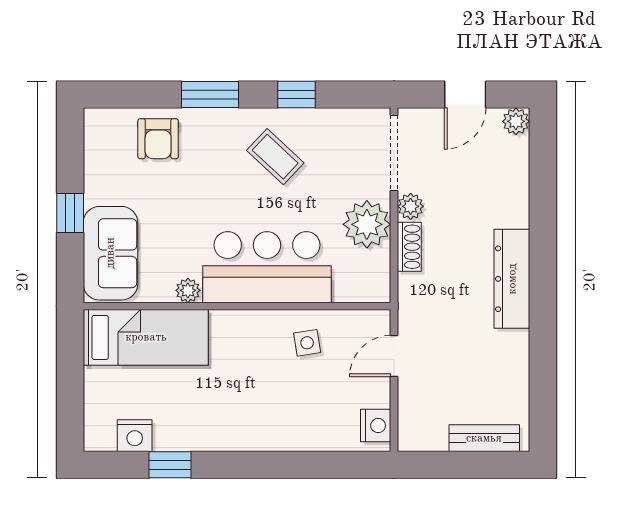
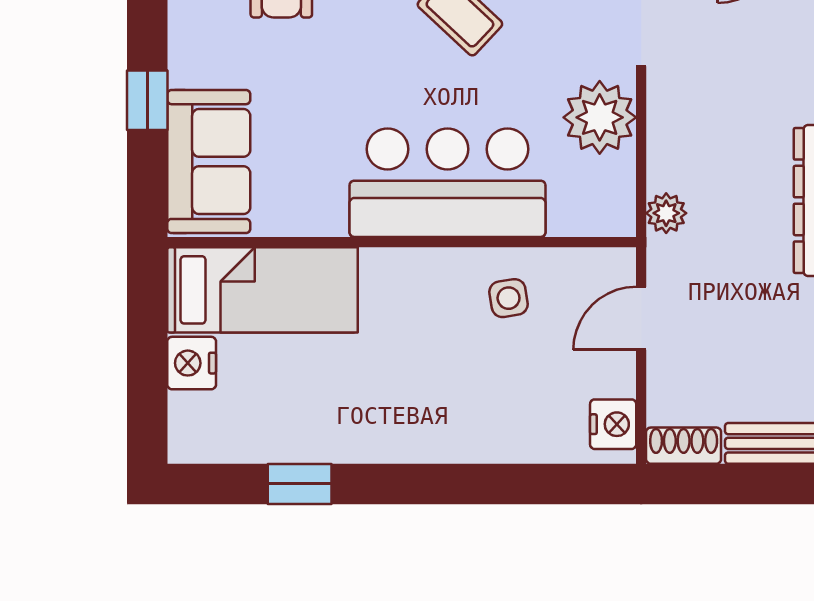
plant: (411, 206) -> (666, 213), moved
shoe rack: (409, 247) -> (684, 446), moved, turned -90
plant: (188, 290) -> (327, 218), removed
nightstand: (135, 436) -> (192, 363), moved, turned 90

